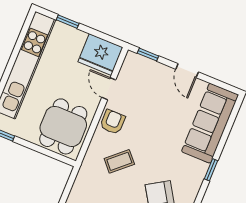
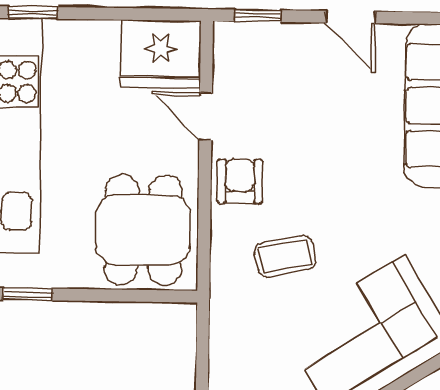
window: (68, 22) -> (33, 13), moved
coffee table: (119, 161) -> (285, 256), turned 31

